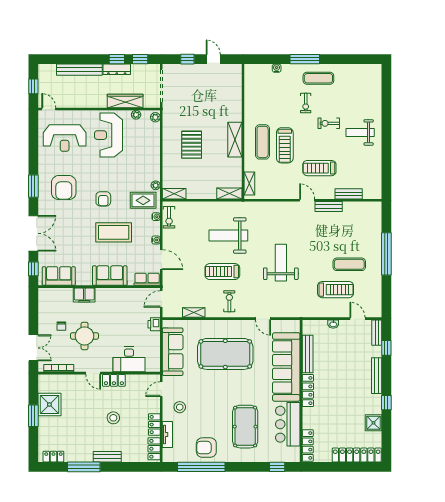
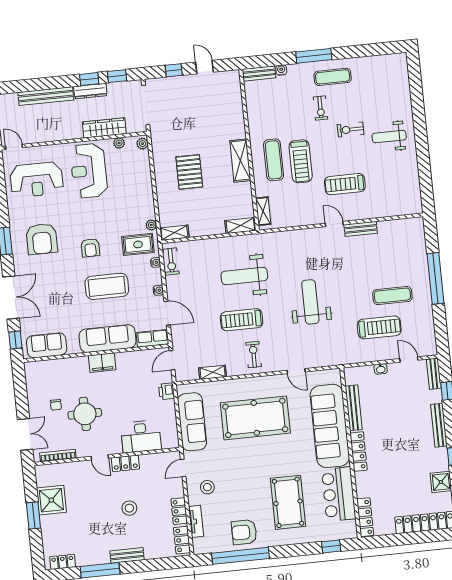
bench: (349, 194) -> (259, 73), moved
sofa: (110, 276) -> (108, 339), width x1.36
filing cabinet: (84, 295) -> (102, 363), moved

